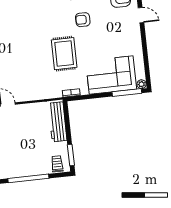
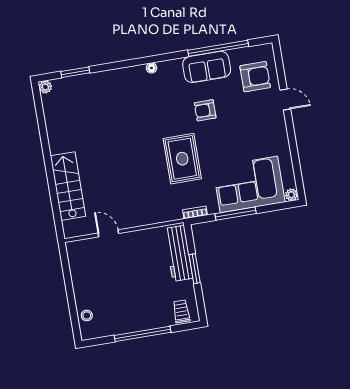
window: (127, 93) -> (236, 214), moved
window: (71, 155) -> (195, 269), moved

